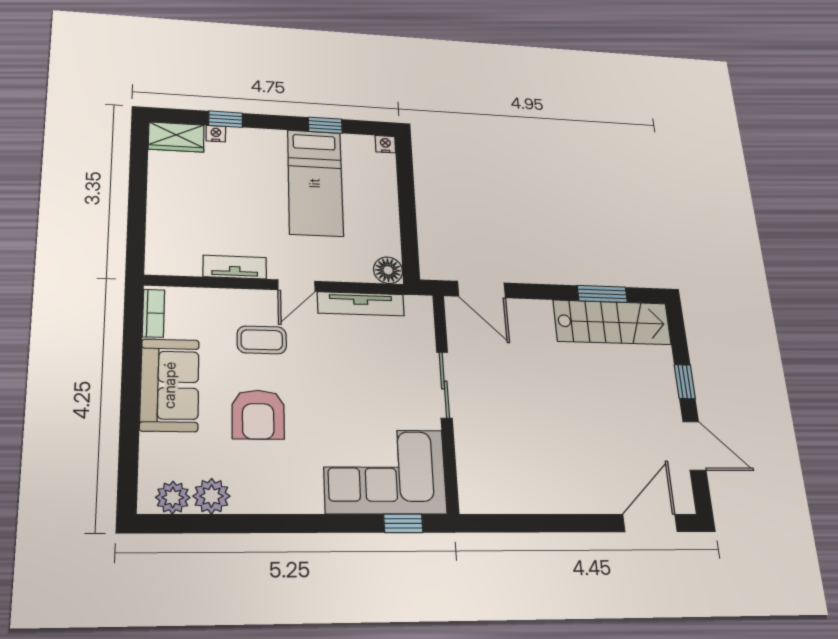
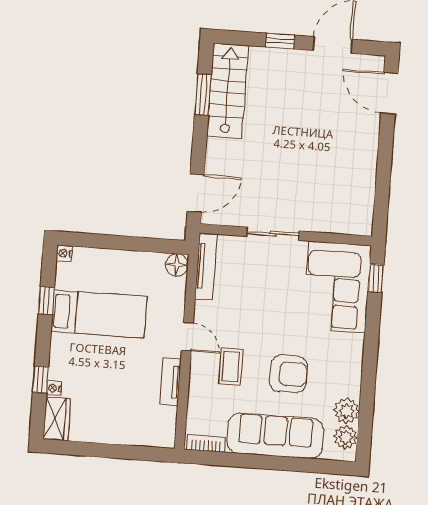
tv unit: (361, 304) -> (206, 266), moved
sofa: (170, 385) -> (275, 436), width x1.36

